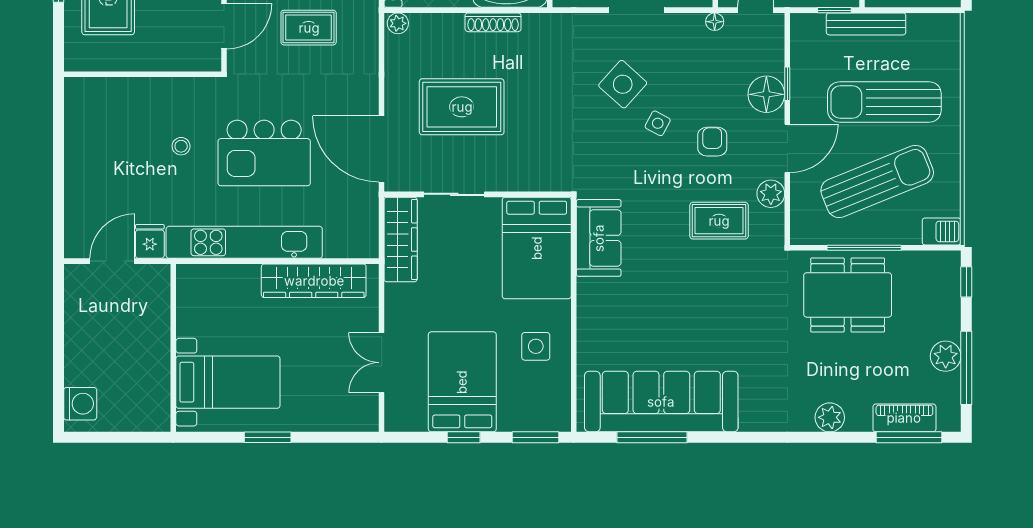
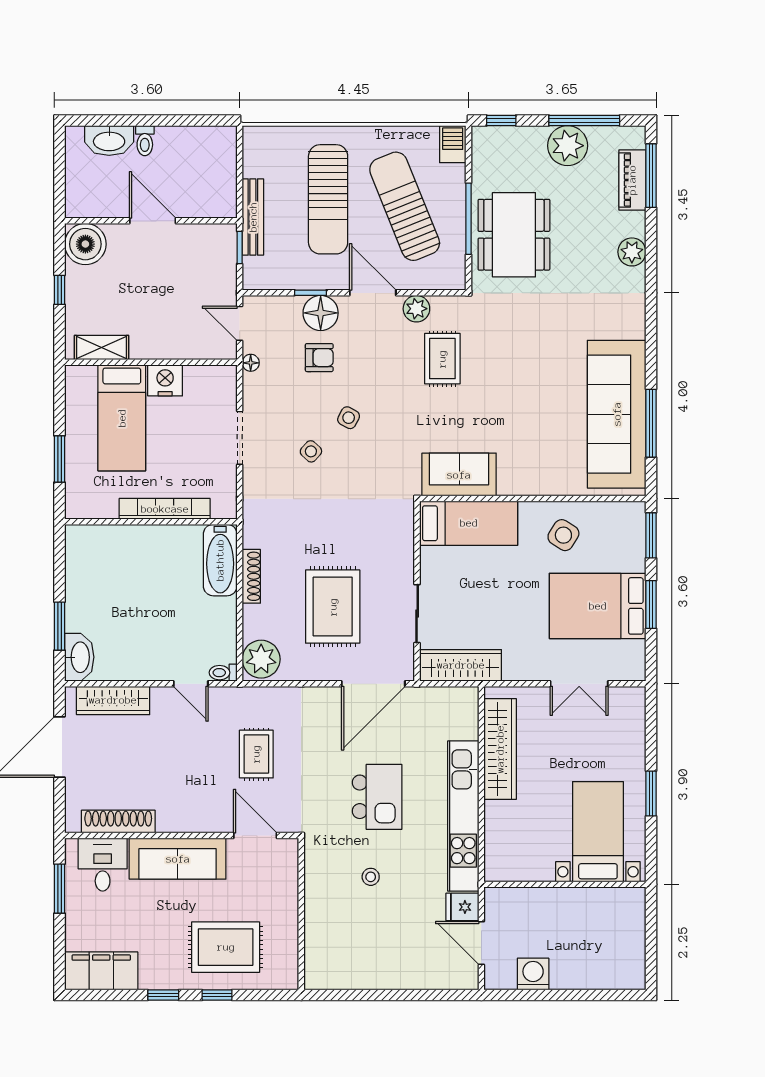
plant: (398, 23) -> (261, 659), width x1.88, depth x1.88
side table: (623, 84) -> (311, 451), width x0.54, depth x0.54
armchair: (712, 142) -> (319, 358), moved, turned 180
kitchen island: (264, 153) -> (377, 797), width x0.73, depth x0.78
bed: (537, 248) -> (469, 523), width x0.67
side table: (536, 346) -> (563, 535), turned 32
plant: (946, 356) -> (568, 146), width x1.36, depth x1.36
washing machine: (80, 404) -> (533, 974), moved
window: (464, 437) -> (651, 605), width x1.50

